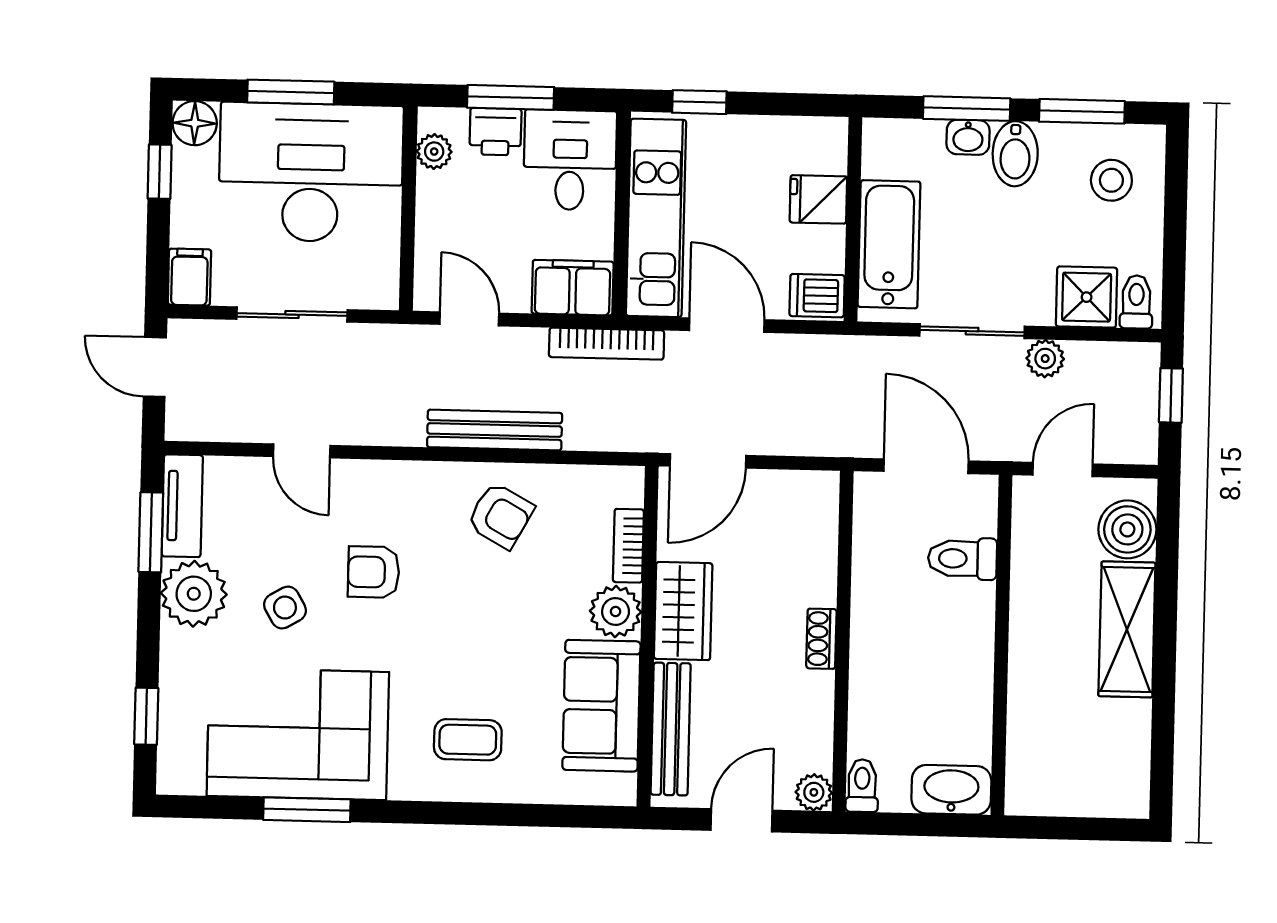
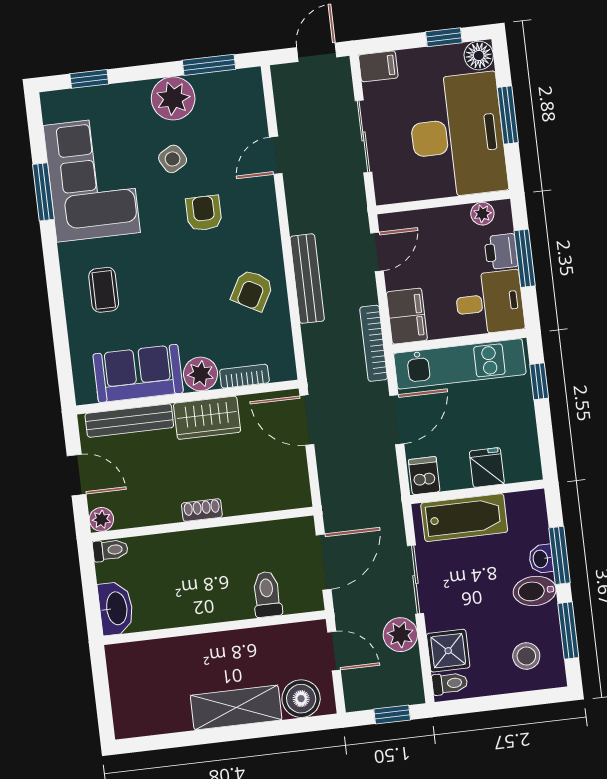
plant: (1045, 359) -> (400, 635), width x1.38, depth x1.38
tv unit: (182, 506) -> (229, 83), removed

